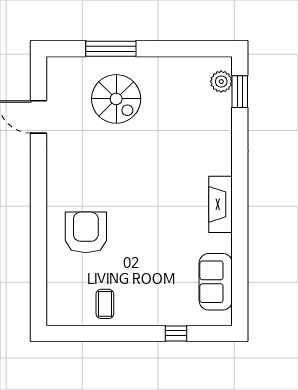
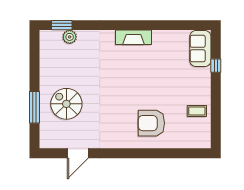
plant: (221, 82) -> (70, 37), moved
spiral stairs: (116, 99) -> (66, 104), turned -90
sofa: (216, 282) -> (200, 49), moved, turned 90

